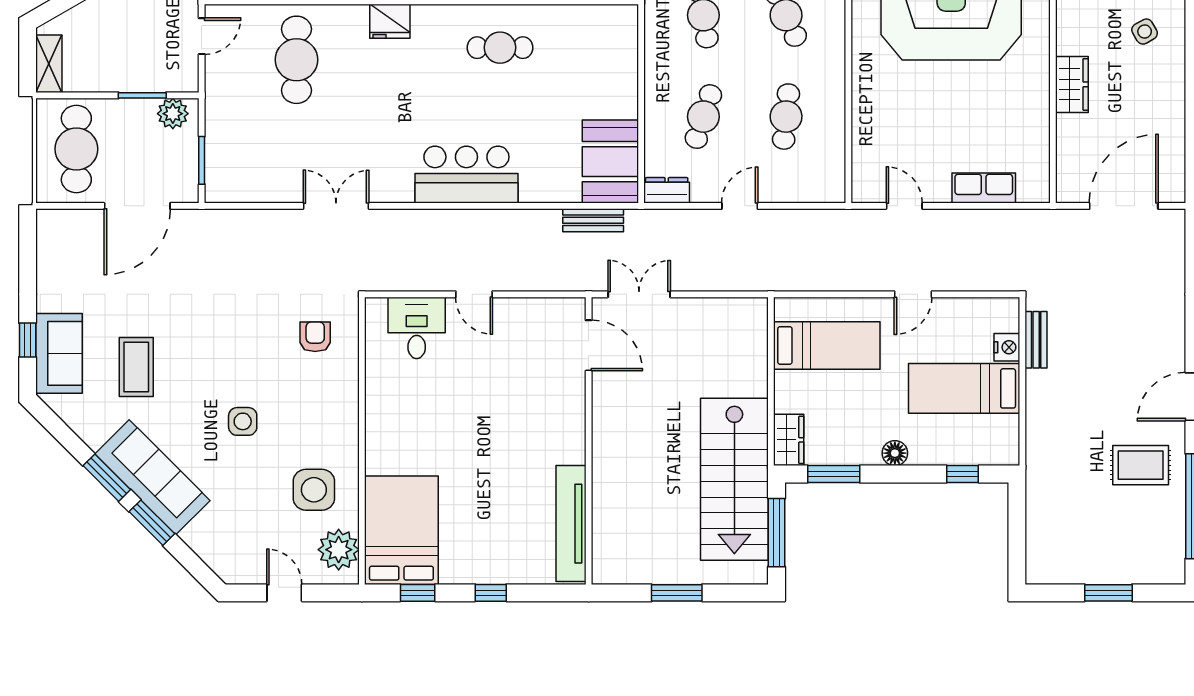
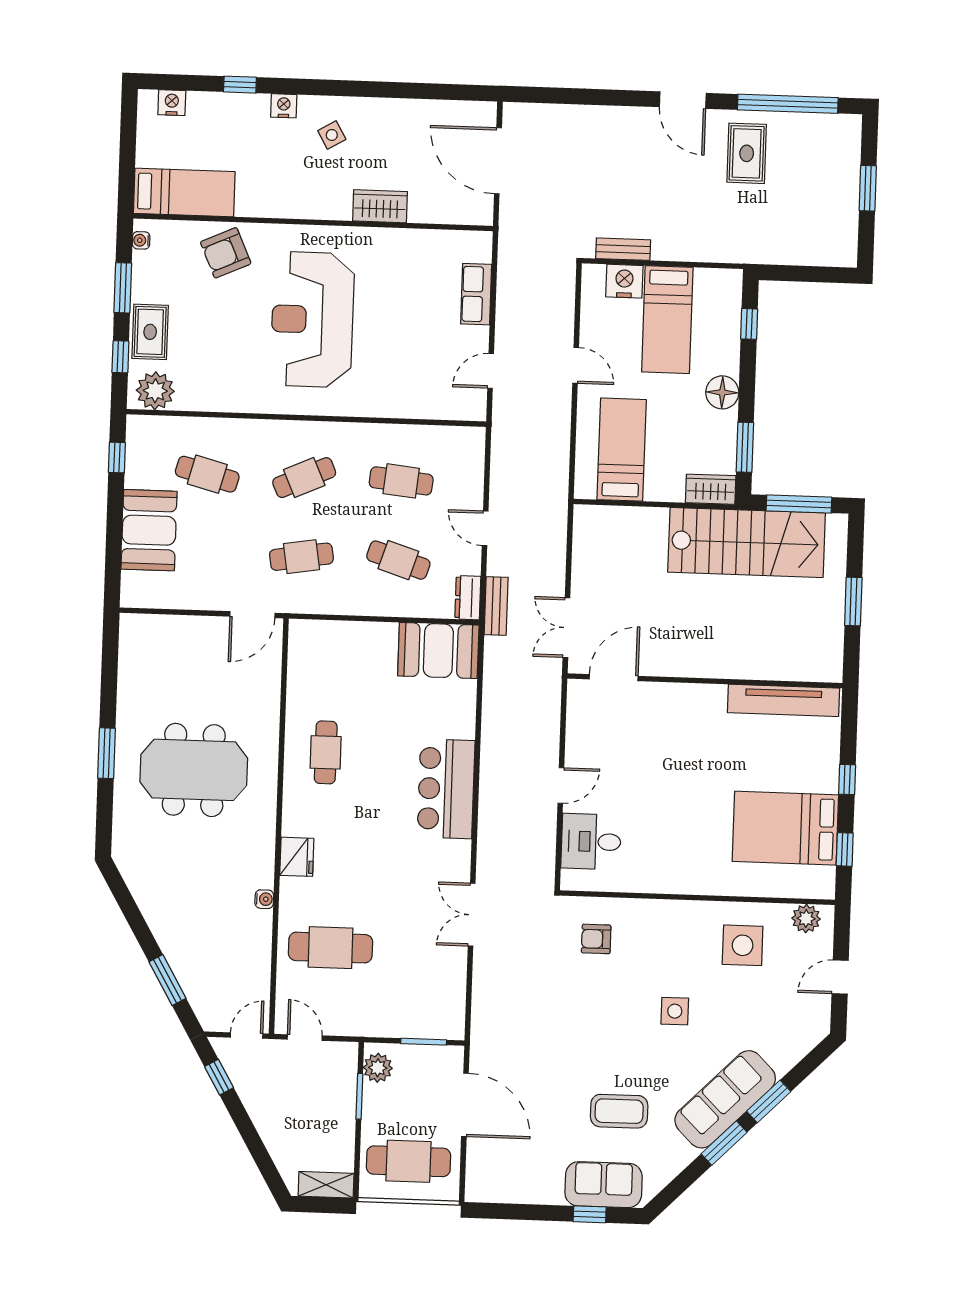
bench: (593, 220) -> (496, 606), moved
nightstand: (1007, 347) -> (624, 281), width x1.36, depth x1.33
floor lamp: (895, 453) -> (722, 392), width x1.38, depth x1.38
bed: (401, 530) -> (785, 828), moved
plant: (339, 550) -> (806, 919), width x0.73, depth x0.73

